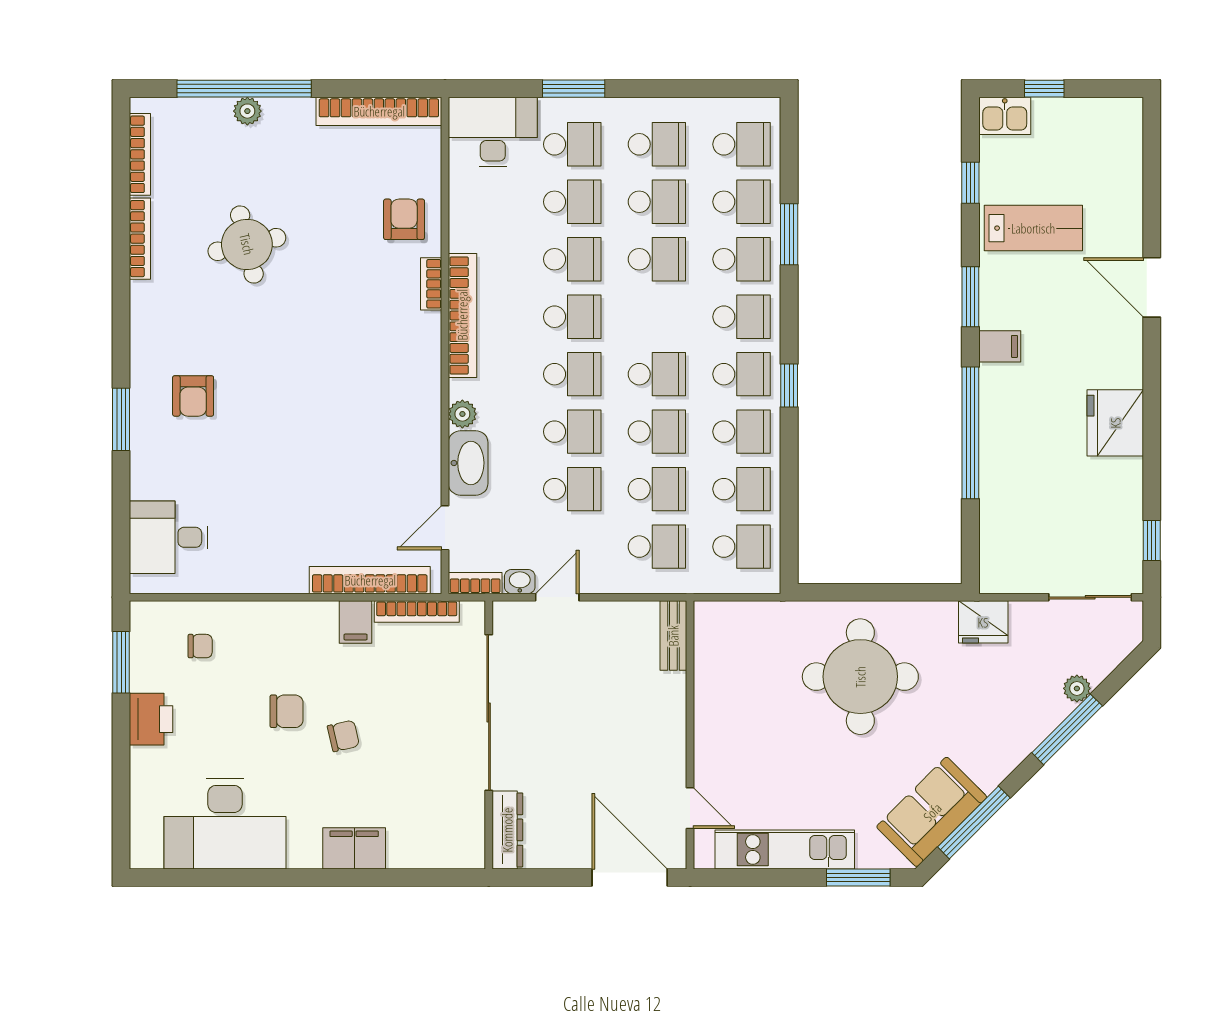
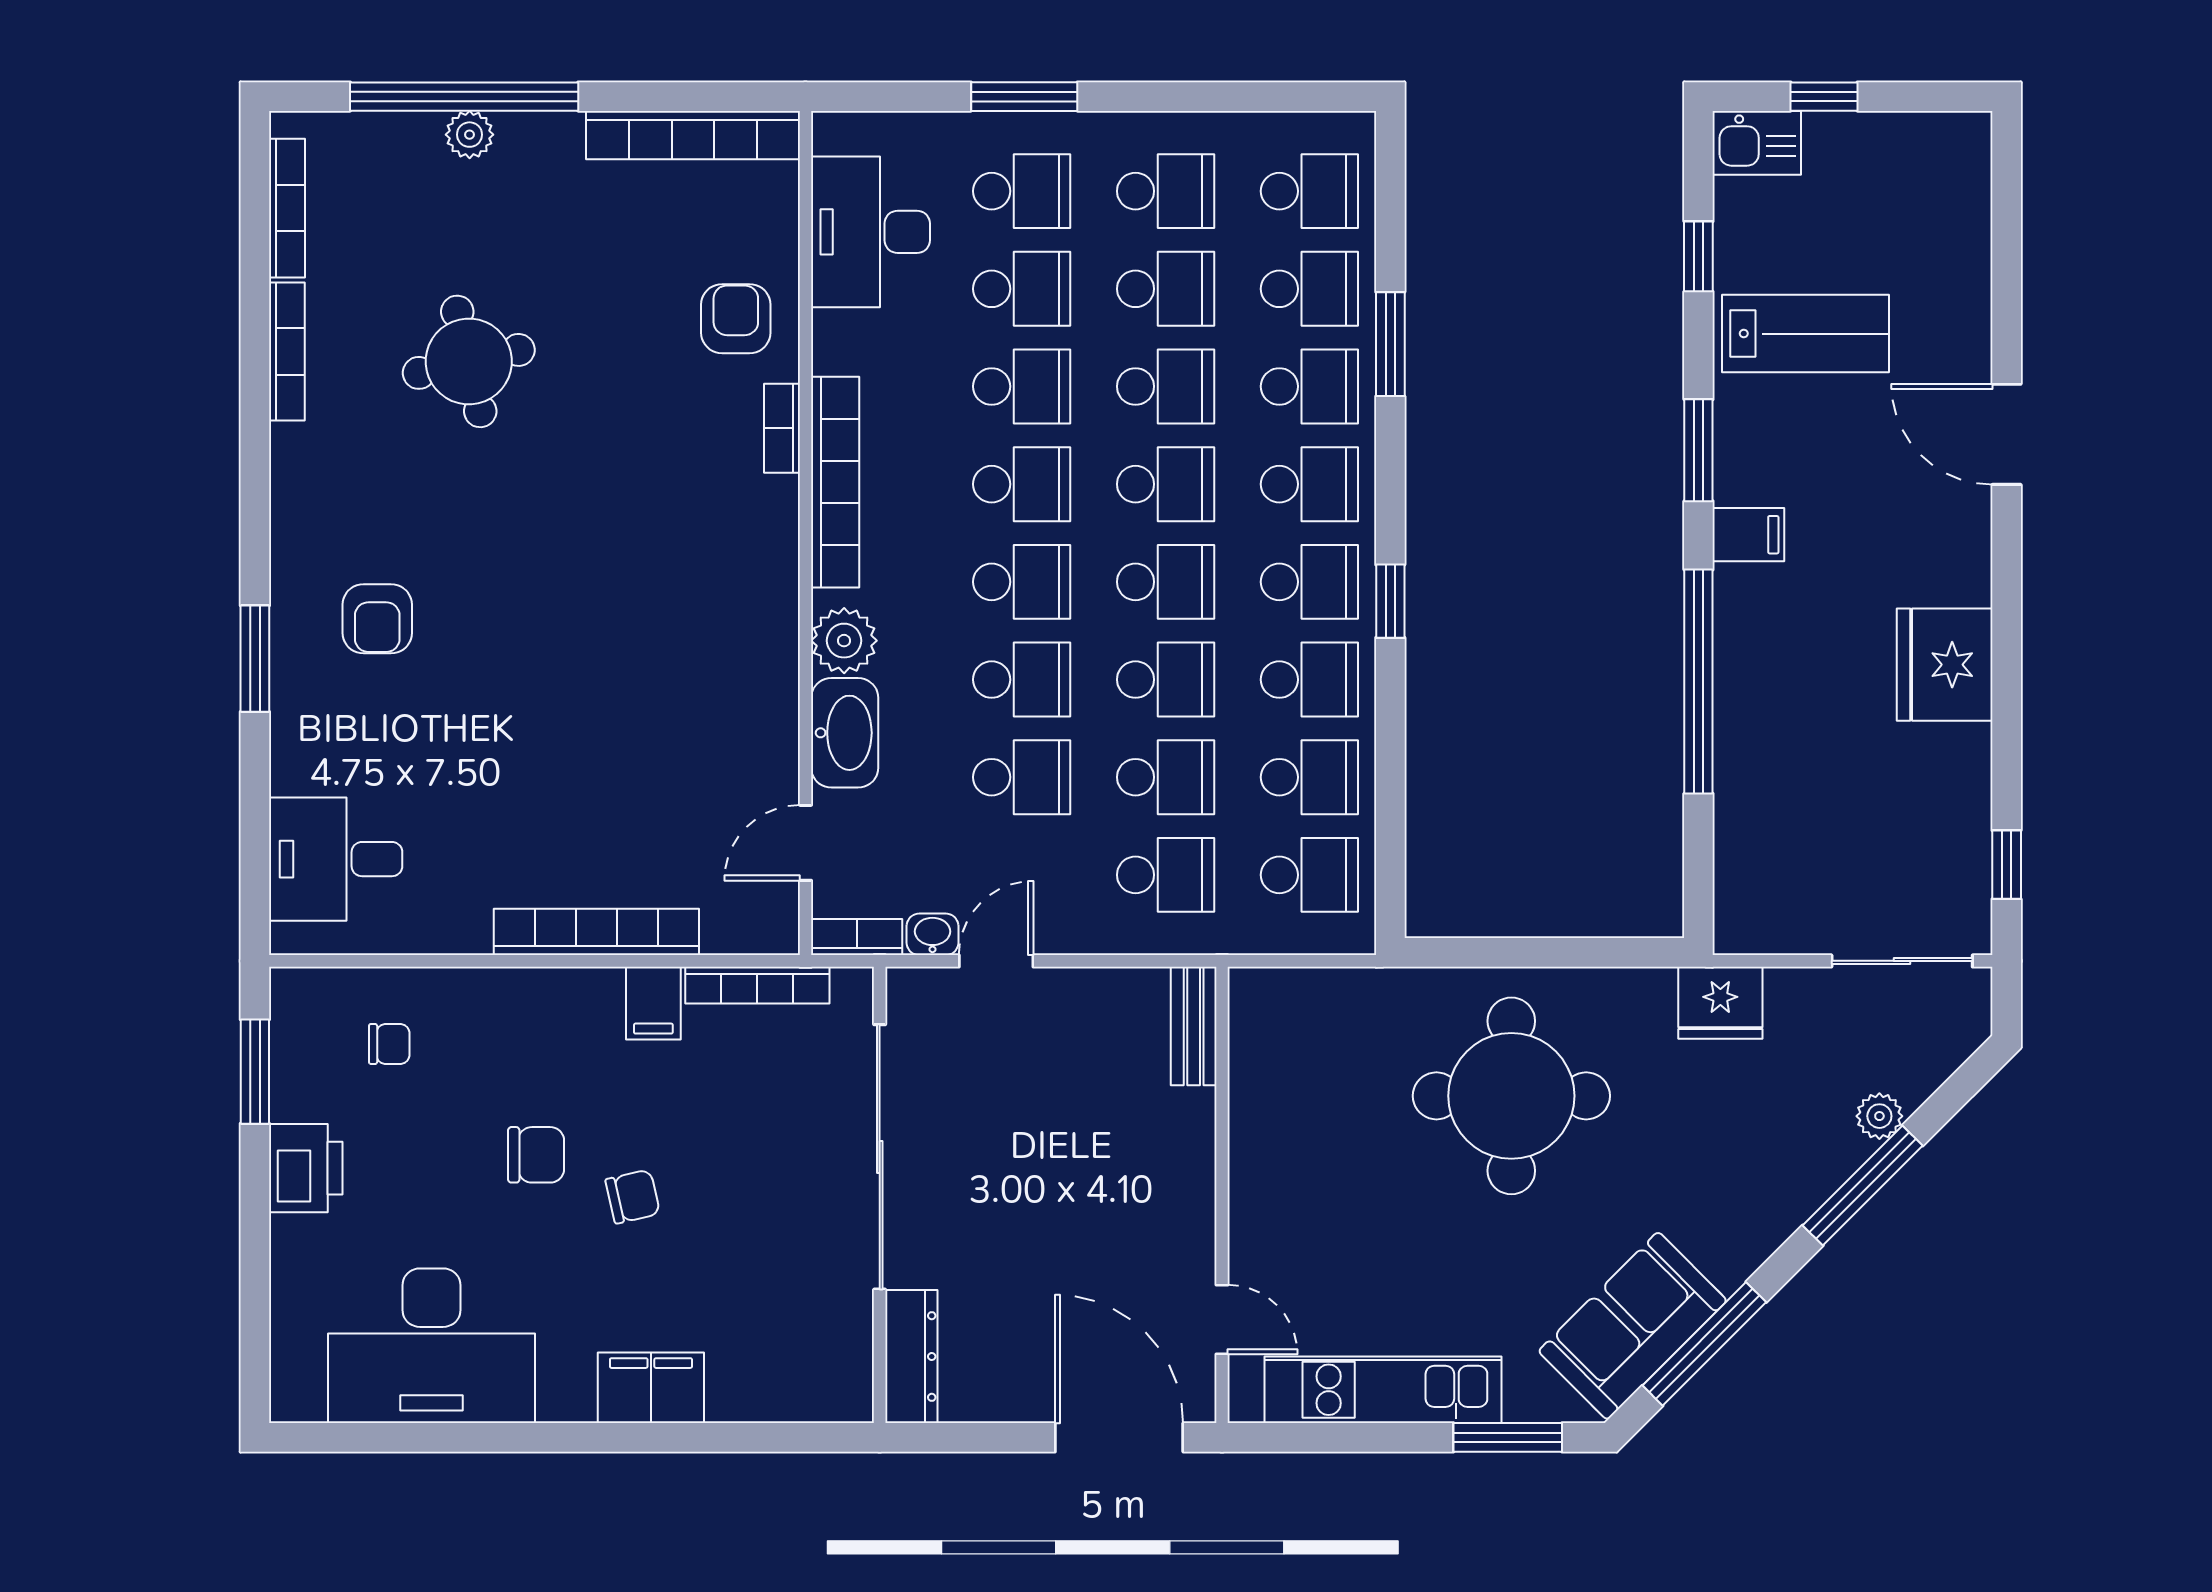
desk: (493, 132) -> (871, 232), moved, turned -90
school desk: (657, 317) -> (1166, 484), added
plant: (462, 414) -> (844, 641), width x1.38, depth x1.38
bookcase: (370, 580) -> (596, 932), moved

